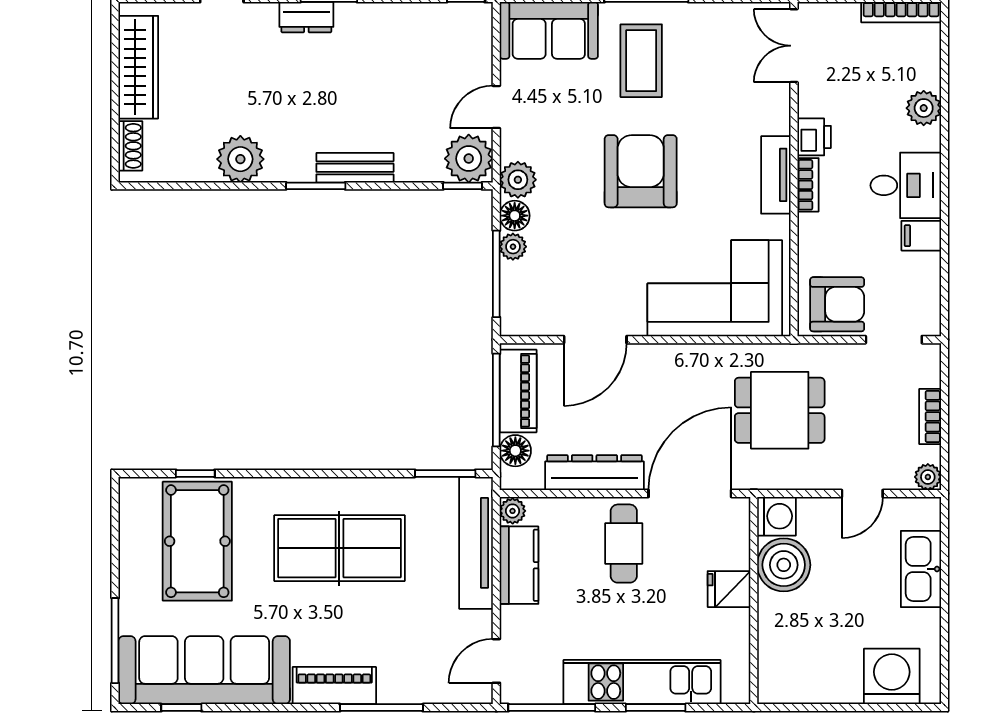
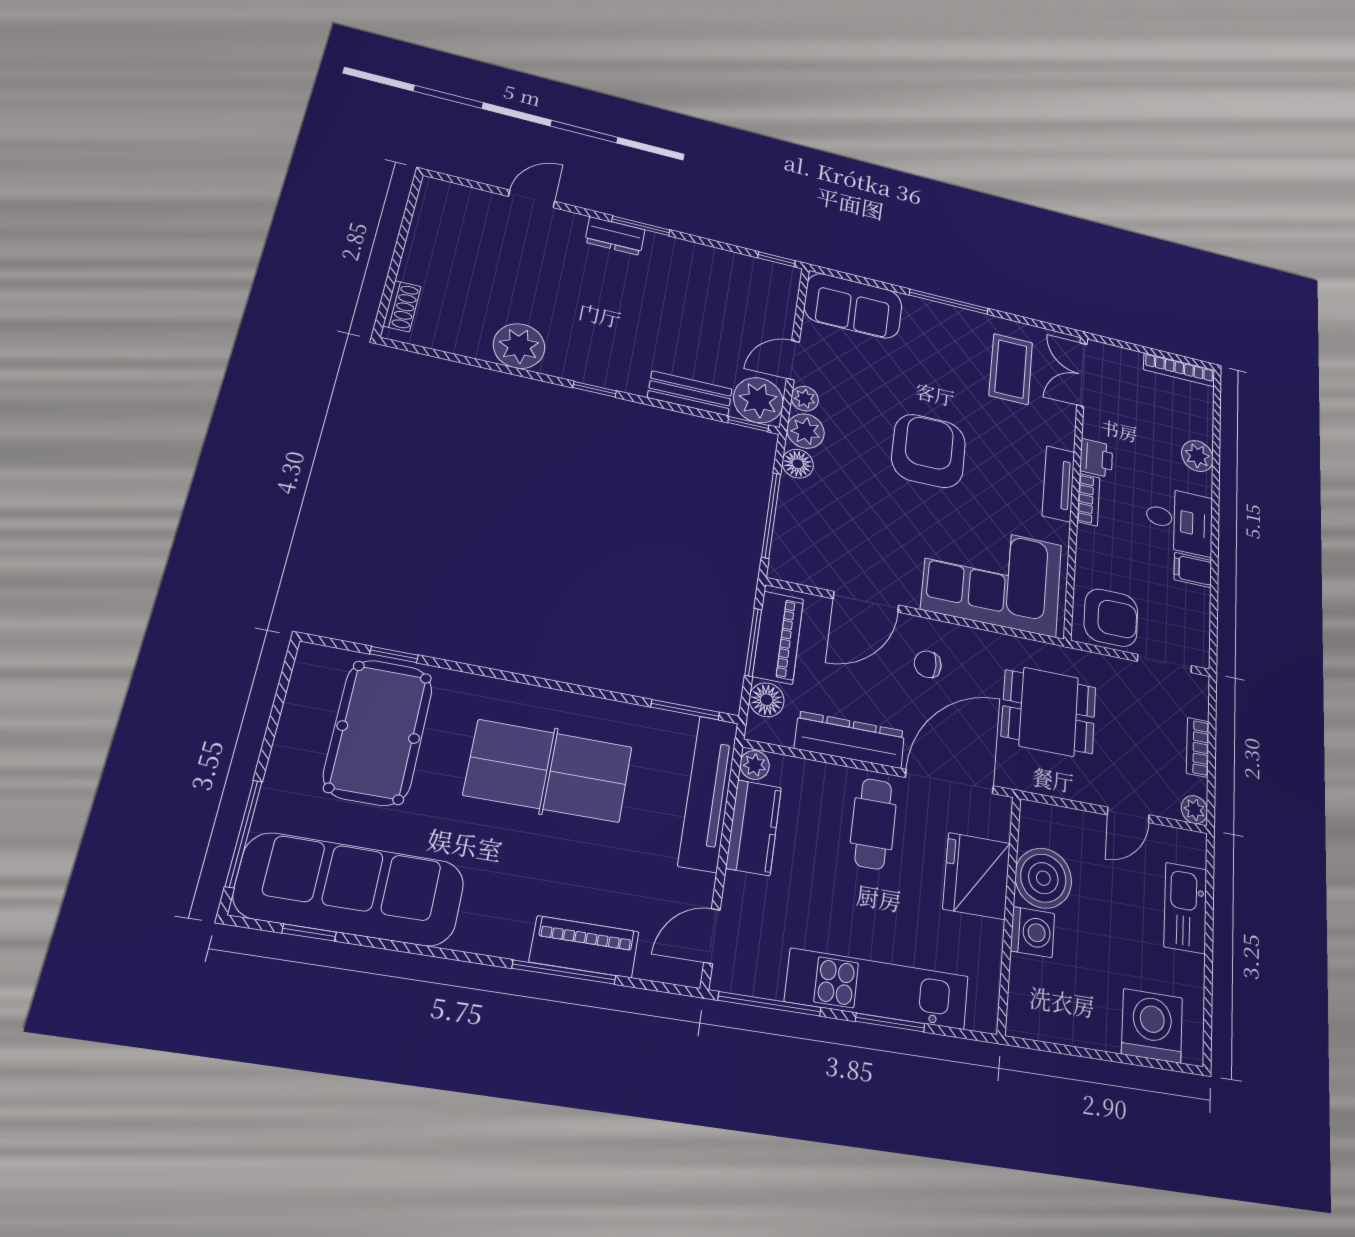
coffee table: (641, 61) -> (1011, 369), moved
wardrobe: (138, 67) -> (429, 237), removed
bench: (355, 168) -> (690, 393), moved
window: (316, 186) -> (595, 389), width x0.67
plant: (513, 247) -> (805, 399), moved
chair: (660, 388) -> (928, 664), added
window: (496, 400) -> (753, 642), width x0.69
washing machine: (777, 516) -> (1032, 932), moved
fridge: (729, 589) -> (977, 876), width x1.88, depth x1.34
piano: (334, 686) -> (584, 947), moved

